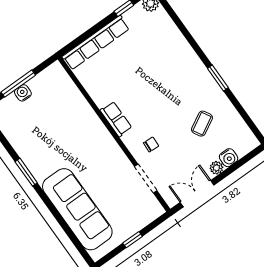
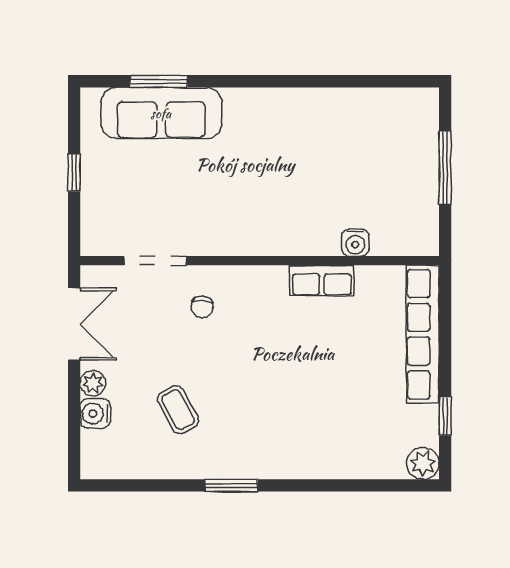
water cooler: (23, 93) -> (355, 243), moved, turned 90
row of seats: (116, 119) -> (322, 281), moved
window: (26, 172) -> (159, 81), moved
sofa: (77, 209) -> (161, 113), width x0.74, depth x0.79

